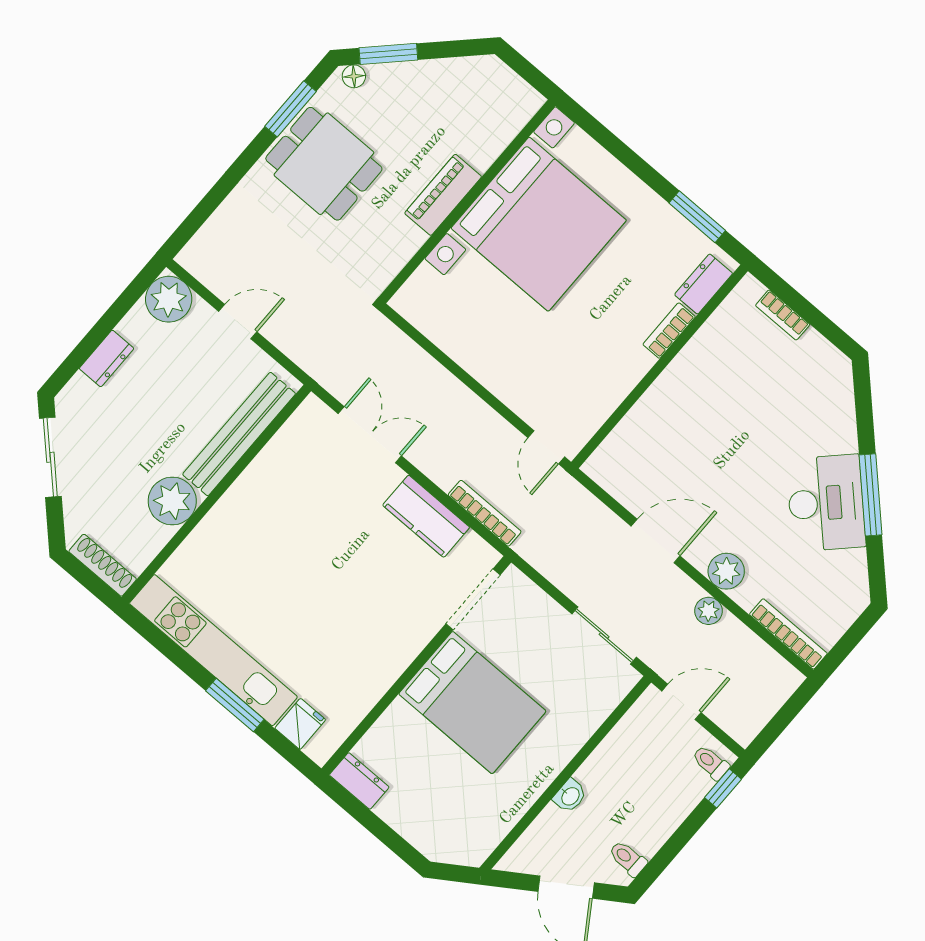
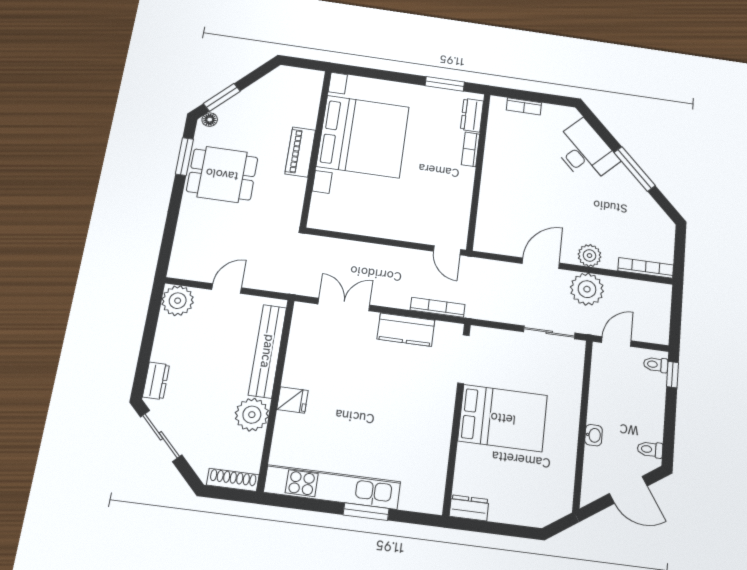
dresser: (107, 358) -> (156, 381), moved
desk: (826, 503) -> (585, 152), moved
plant: (708, 611) -> (587, 289), width x1.88, depth x1.88
fridge: (300, 724) -> (292, 400), moved, turned 90

